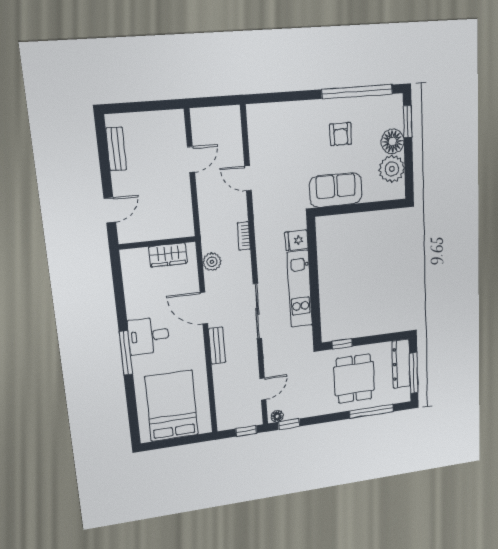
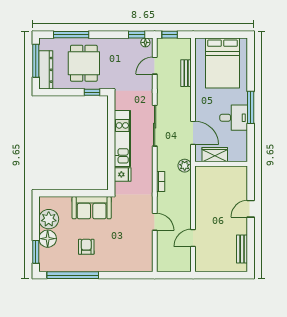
wall: (157, 243) -> (221, 164), moved
wardrobe: (168, 255) -> (215, 155), moved
bench: (217, 346) -> (186, 73), moved

